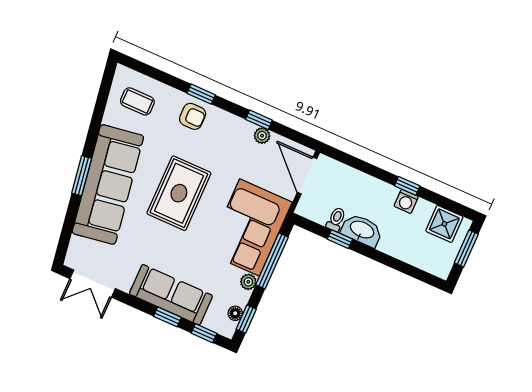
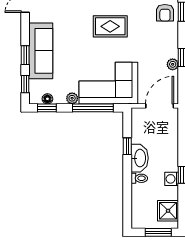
rug: (179, 193) -> (110, 26), width x0.73, depth x0.70
toilet: (336, 219) -> (139, 178), moved

